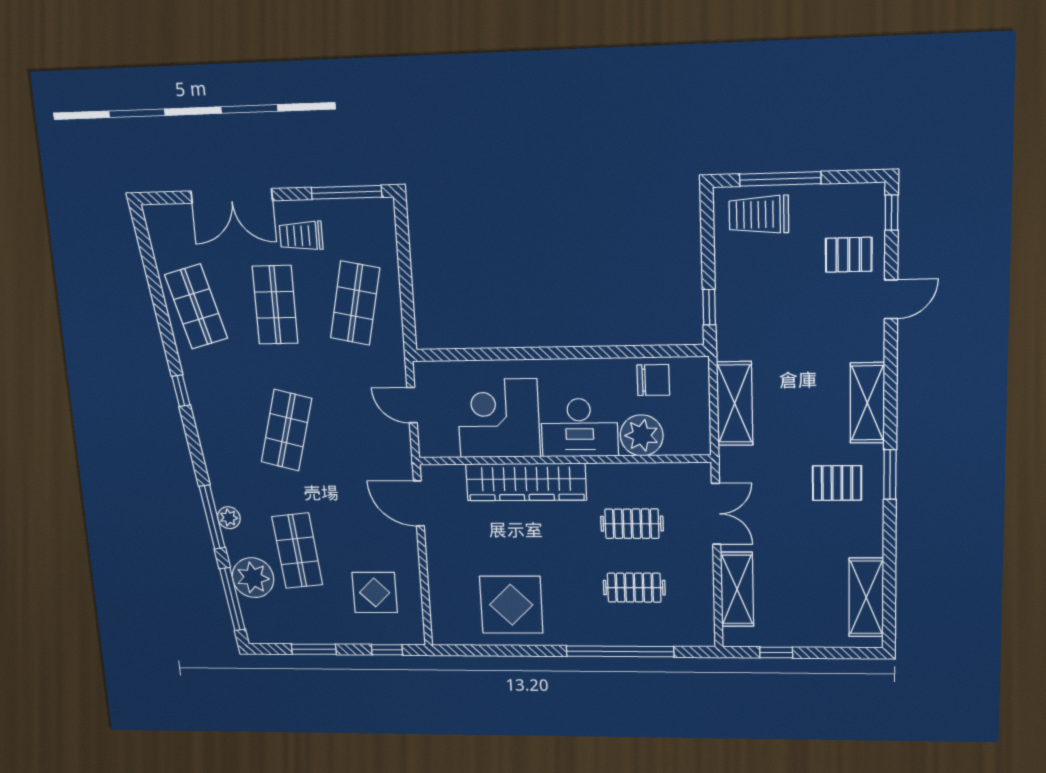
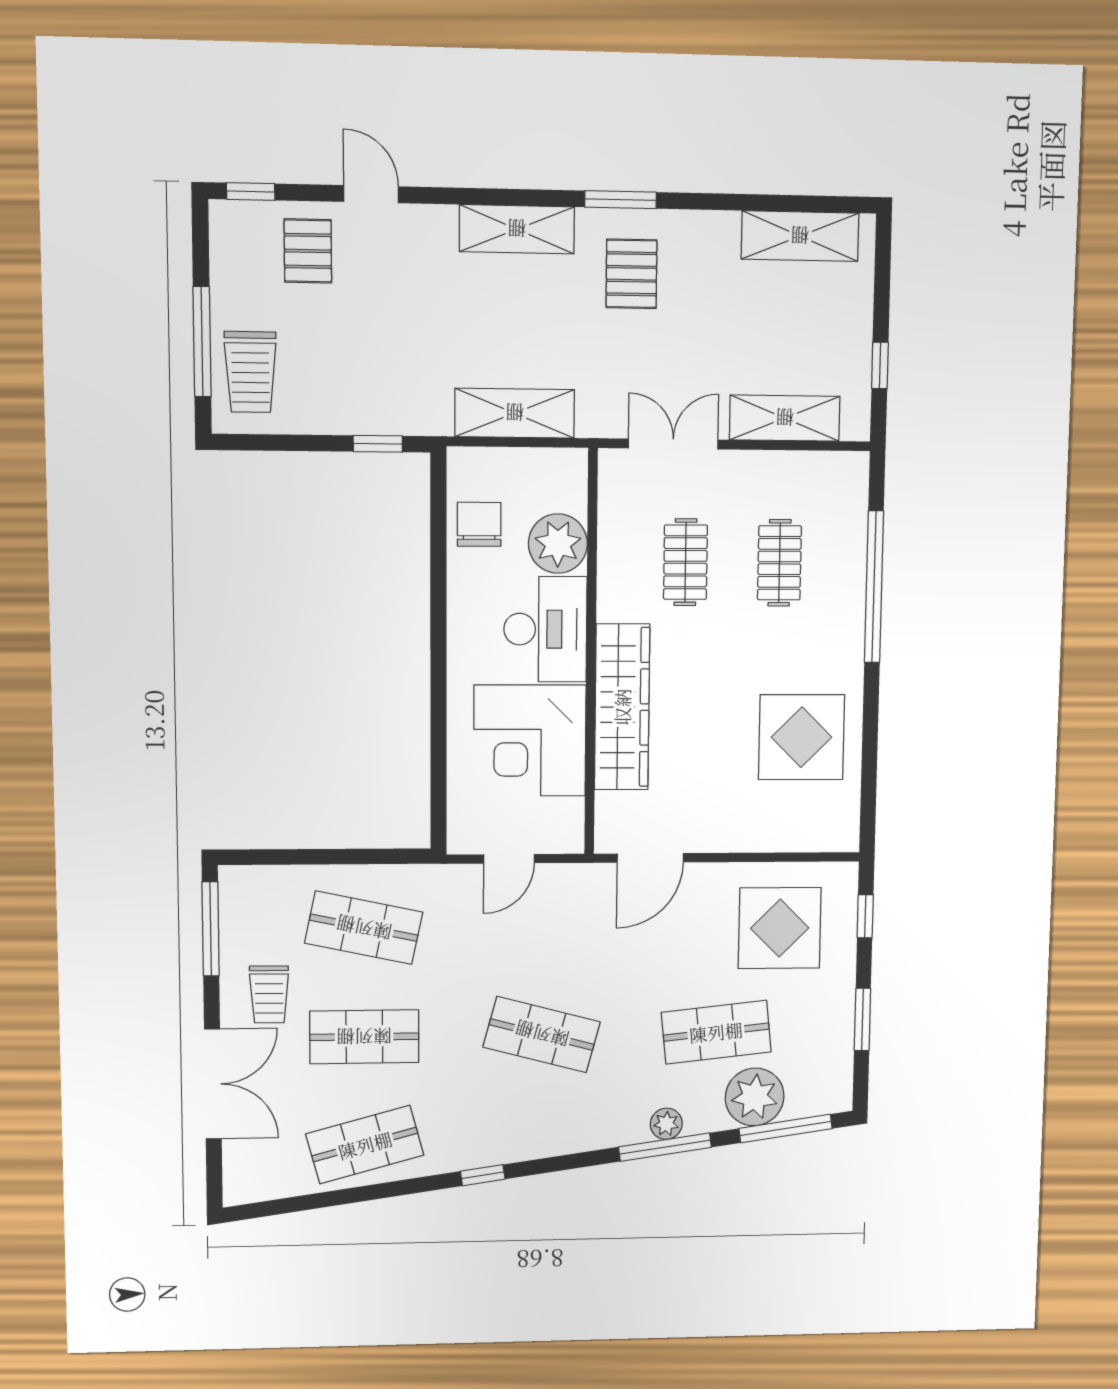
display table: (375, 592) -> (780, 928), width x1.36, depth x1.36

